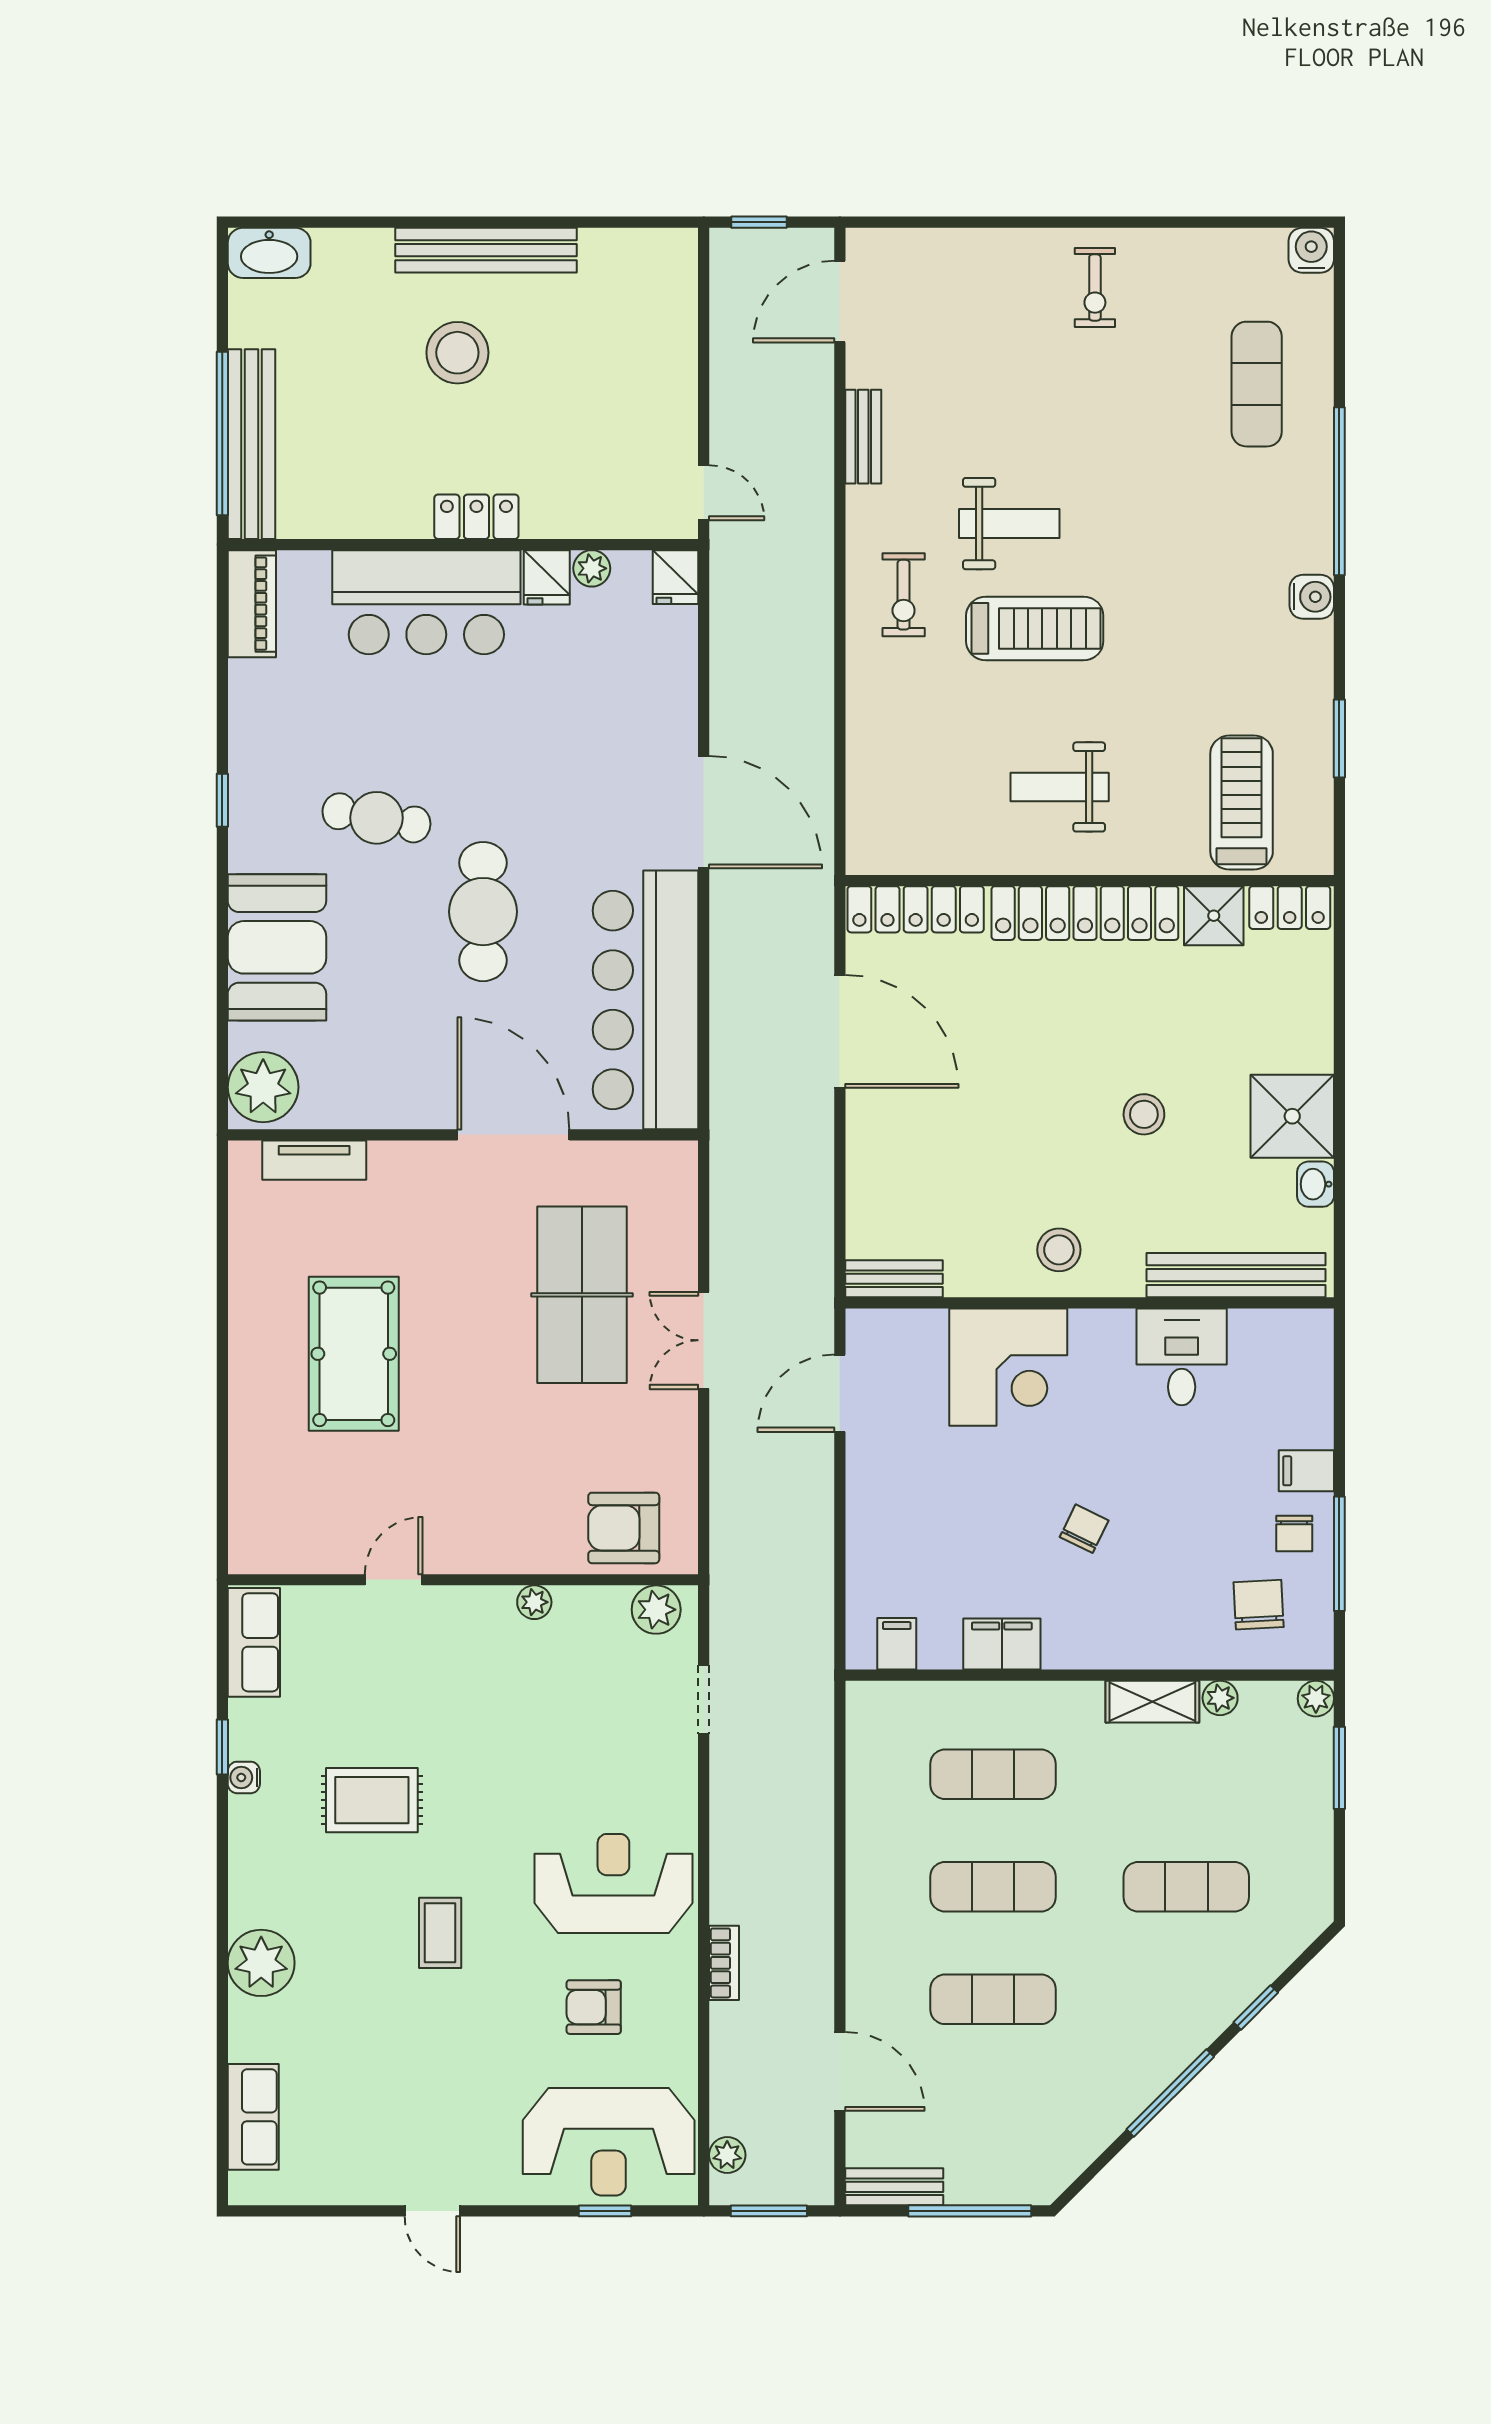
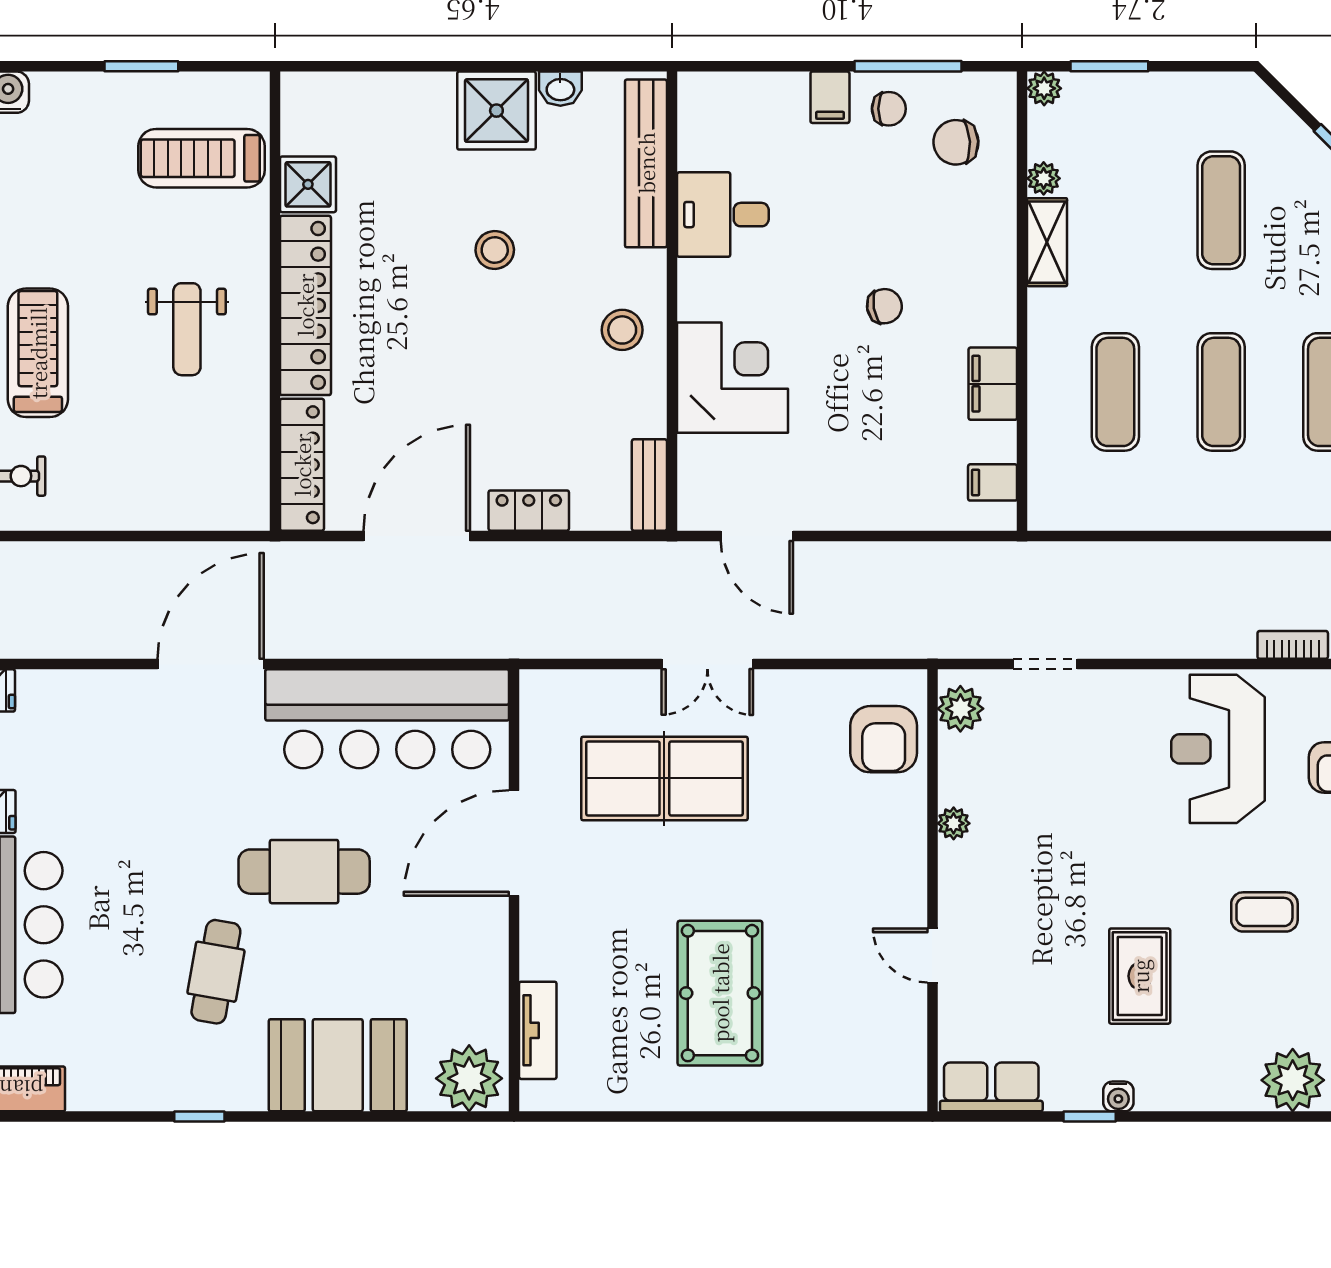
locker: (1290, 908) -> (529, 511), moved, turned -90
pool table: (354, 1354) -> (720, 993), turned 90
chair: (1084, 1529) -> (884, 306), turned 144

